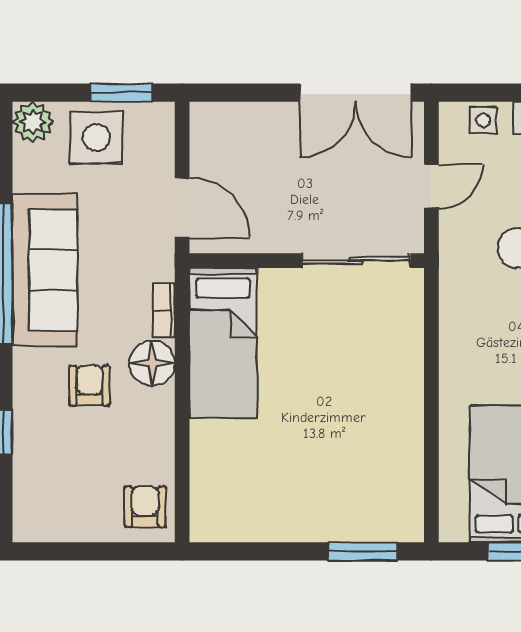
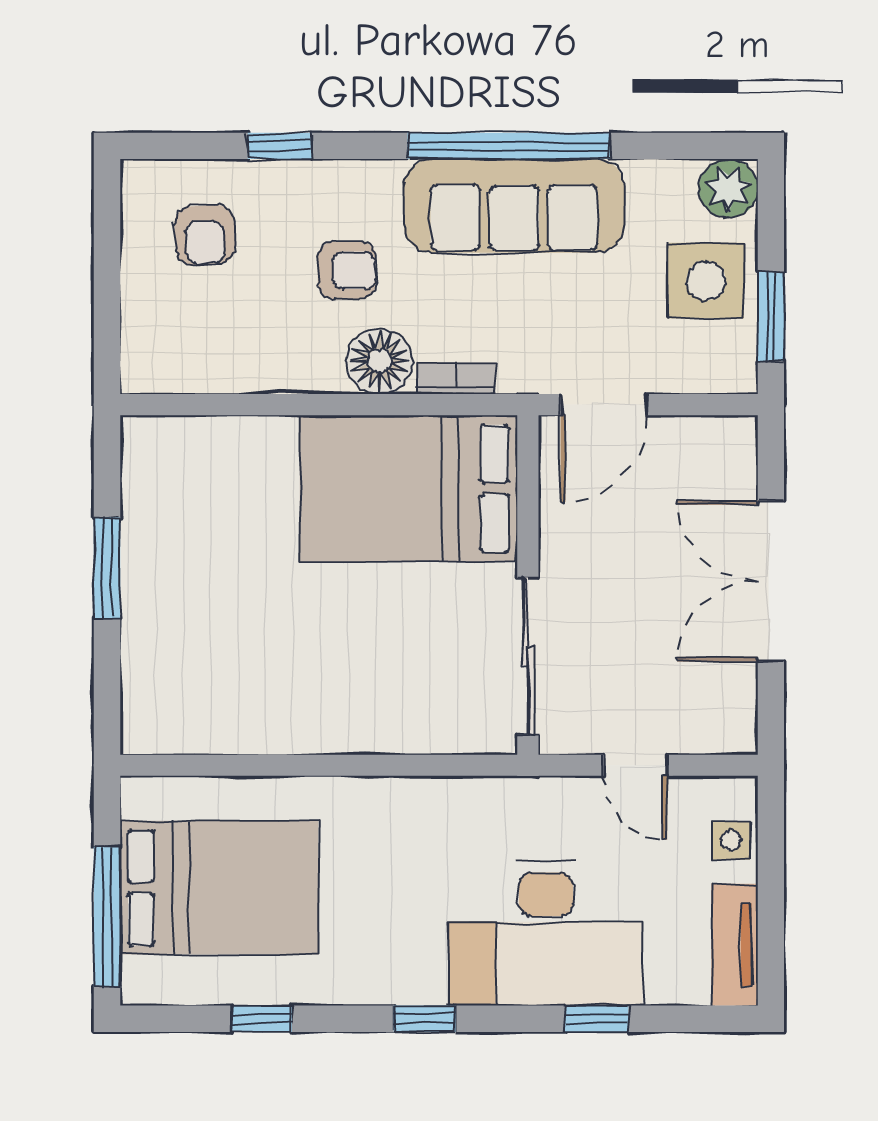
double door: (356, 93) -> (771, 581), moved
bed: (223, 343) -> (409, 489), width x1.50
armchair: (145, 507) -> (205, 235), moved, turned 86
window: (363, 551) -> (107, 568), moved

